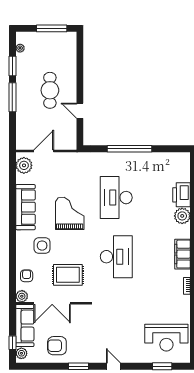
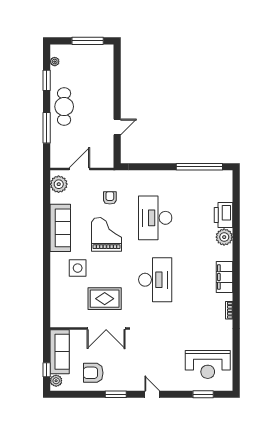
cafe table: (50, 90) -> (64, 107), moved
window: (12, 97) -> (47, 128), moved
door: (80, 111) -> (117, 127), swing flipped
window: (130, 149) -> (199, 167), moved
armchair: (27, 276) -> (110, 198), moved
plant: (22, 296) -> (56, 321), removed
double door: (52, 303) -> (106, 328), moved

